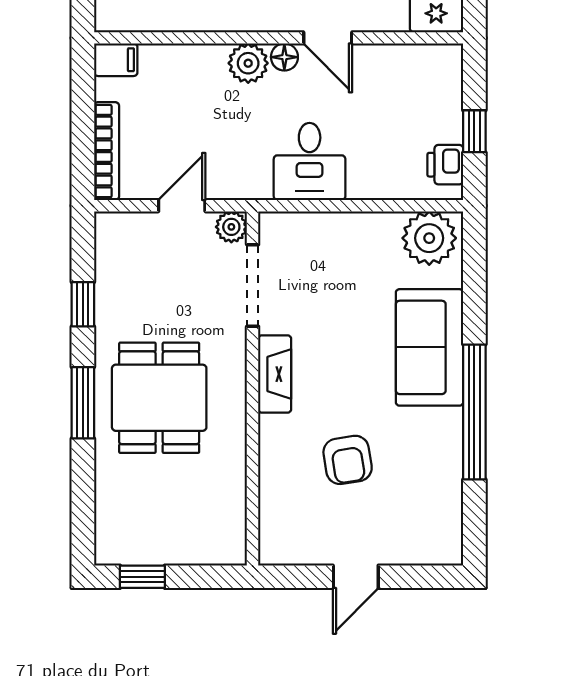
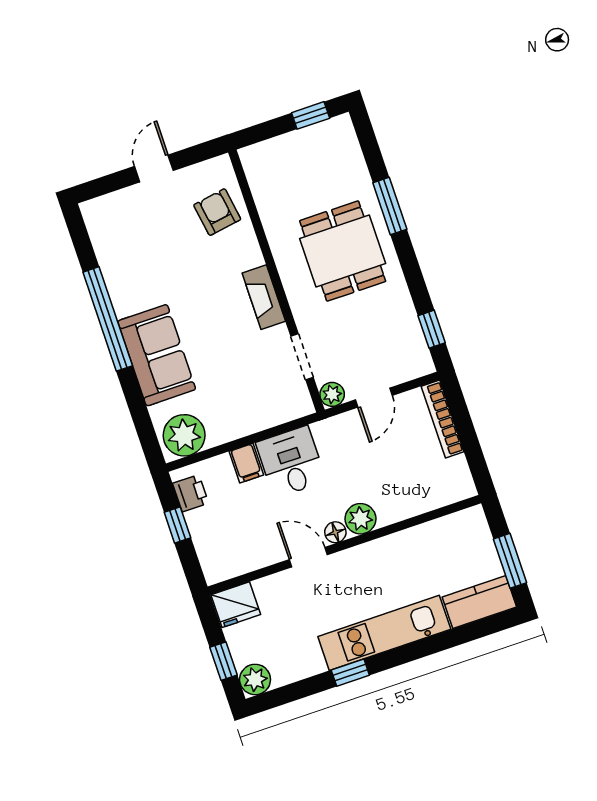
filing cabinet: (116, 60) -> (246, 463), moved, turned -90
doorway: (253, 285) -> (302, 357), width x0.73
window: (83, 304) -> (432, 329), moved
window: (83, 403) -> (390, 206), moved
armchair: (348, 460) -> (217, 212), moved

